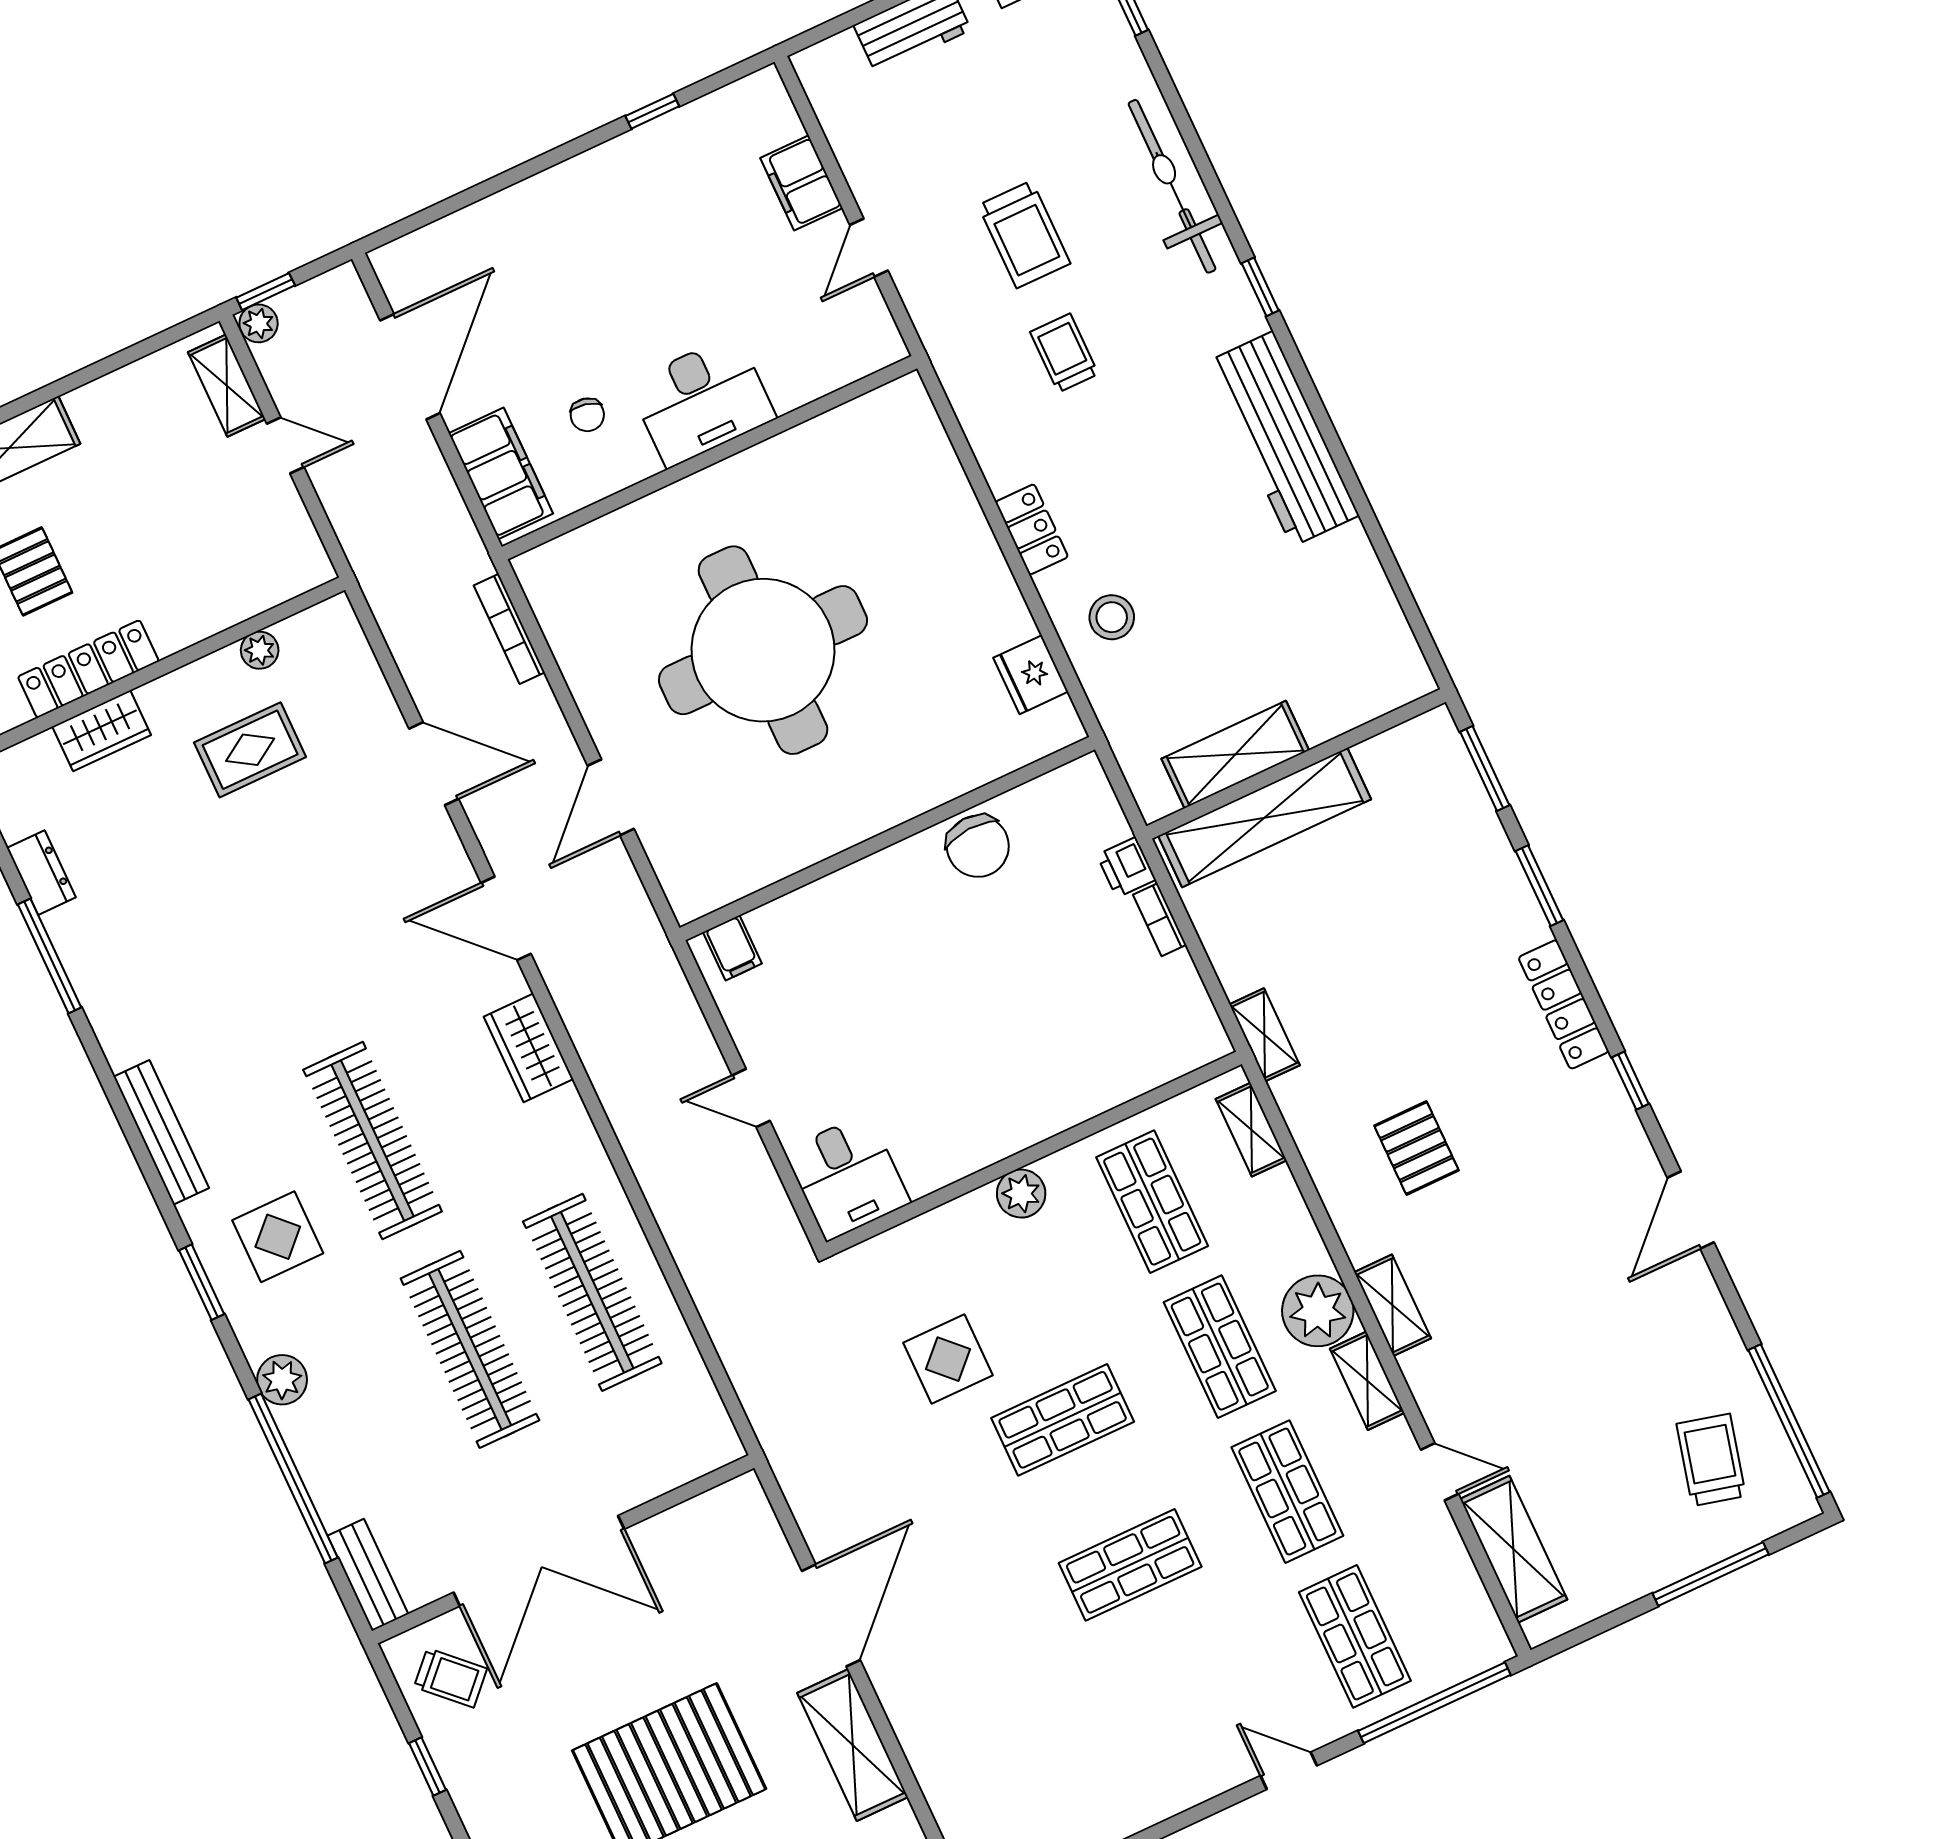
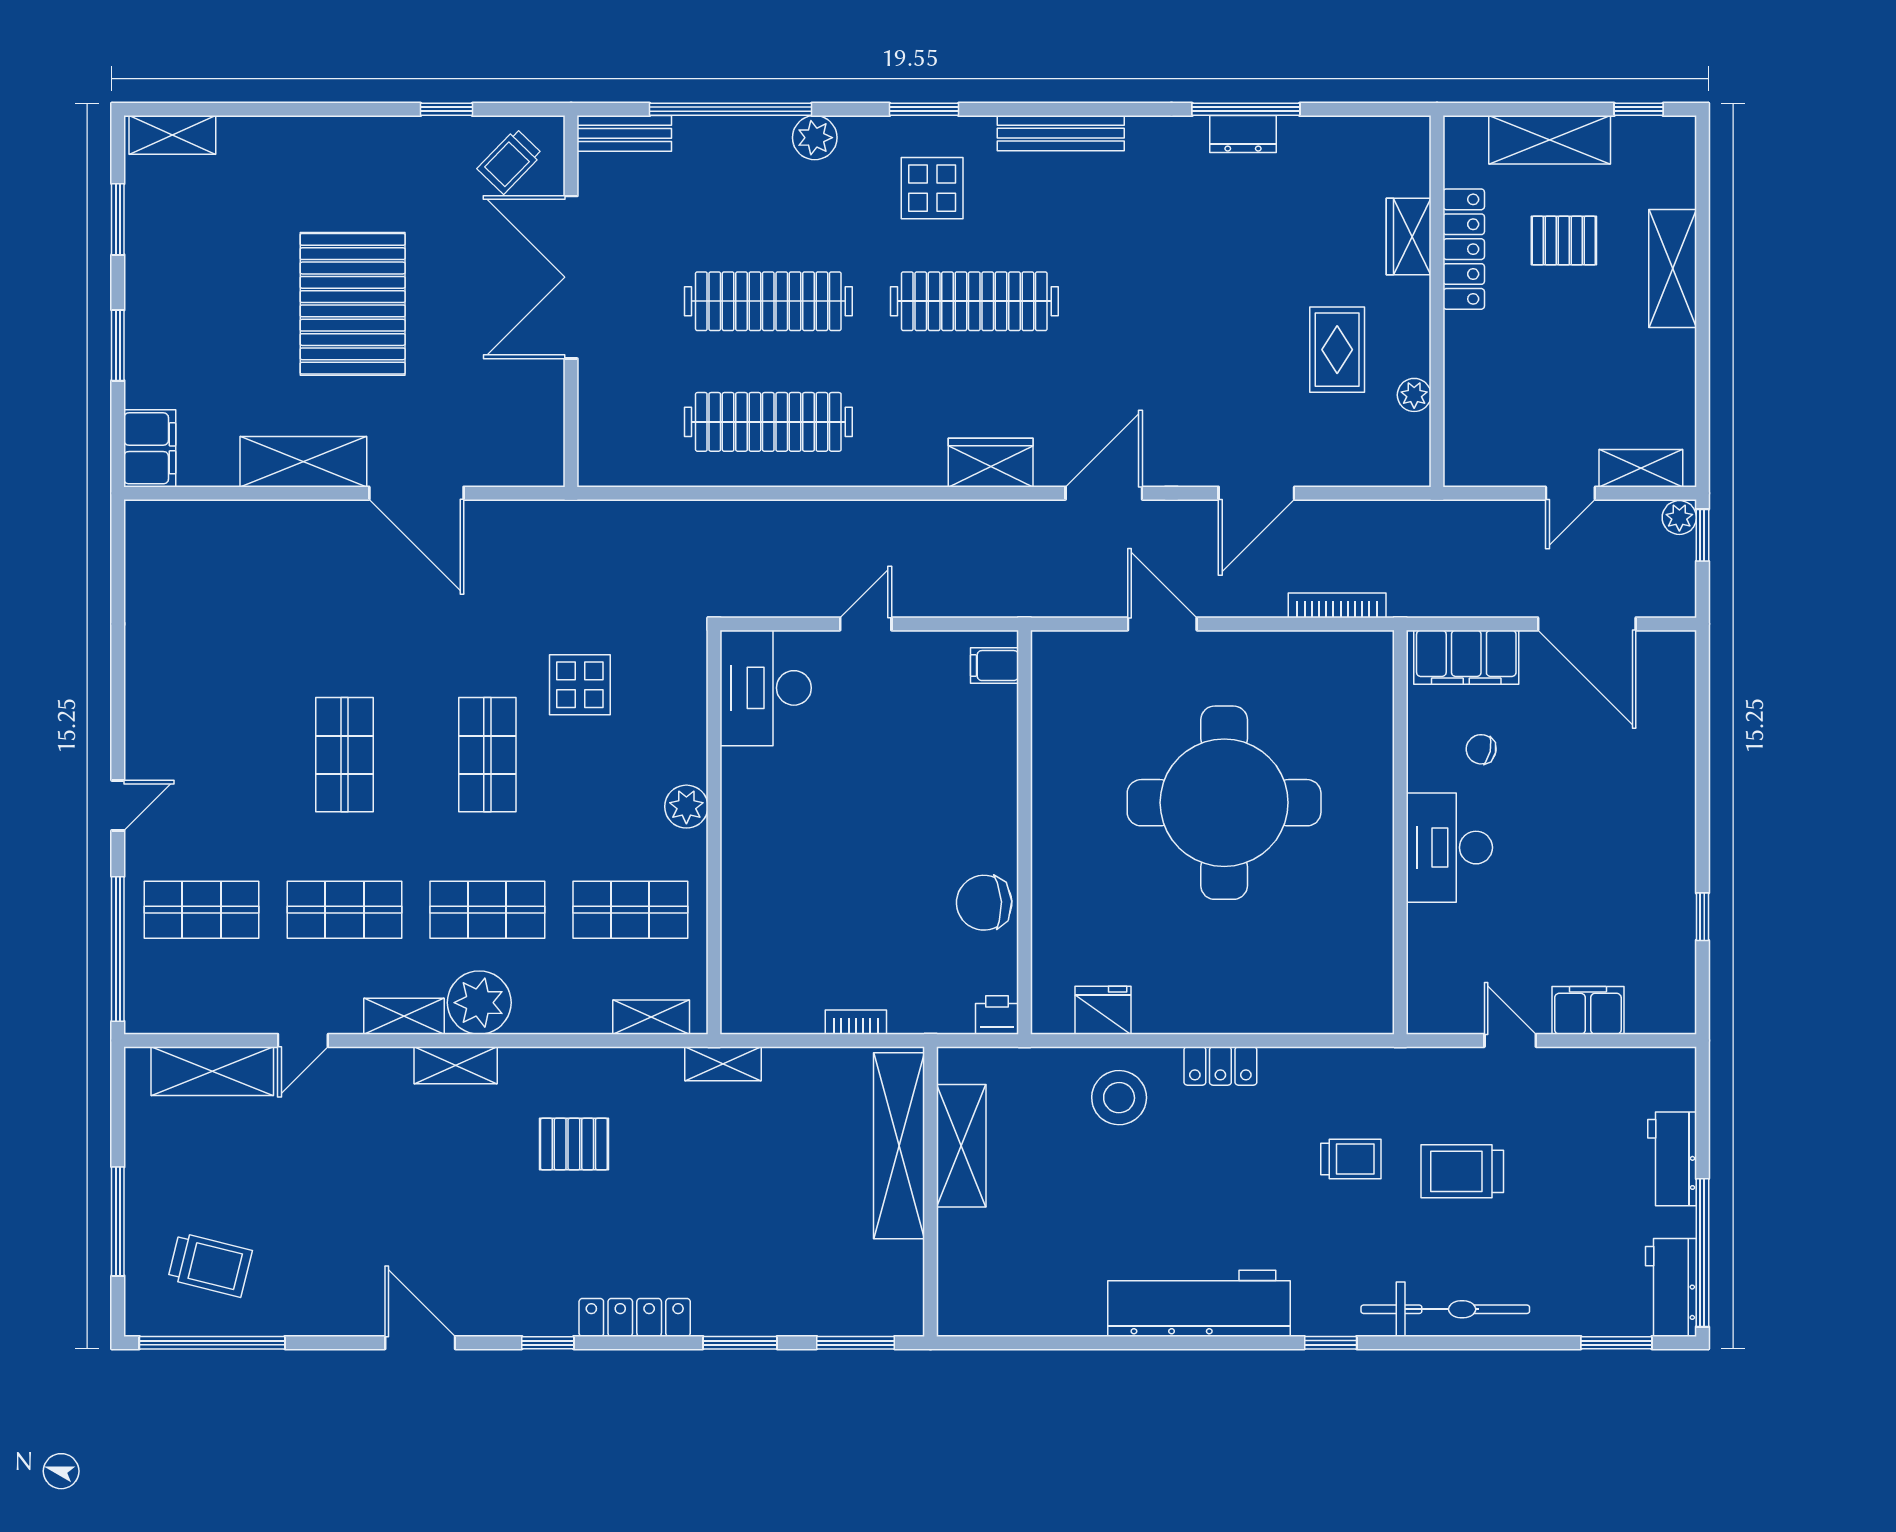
stool: (1112, 617) -> (1119, 1098), width x1.38, depth x1.38
printer: (1126, 867) -> (997, 1015), moved
dresser: (41, 873) -> (1243, 134), moved
desk: (847, 1177) -> (766, 688), width x1.37

